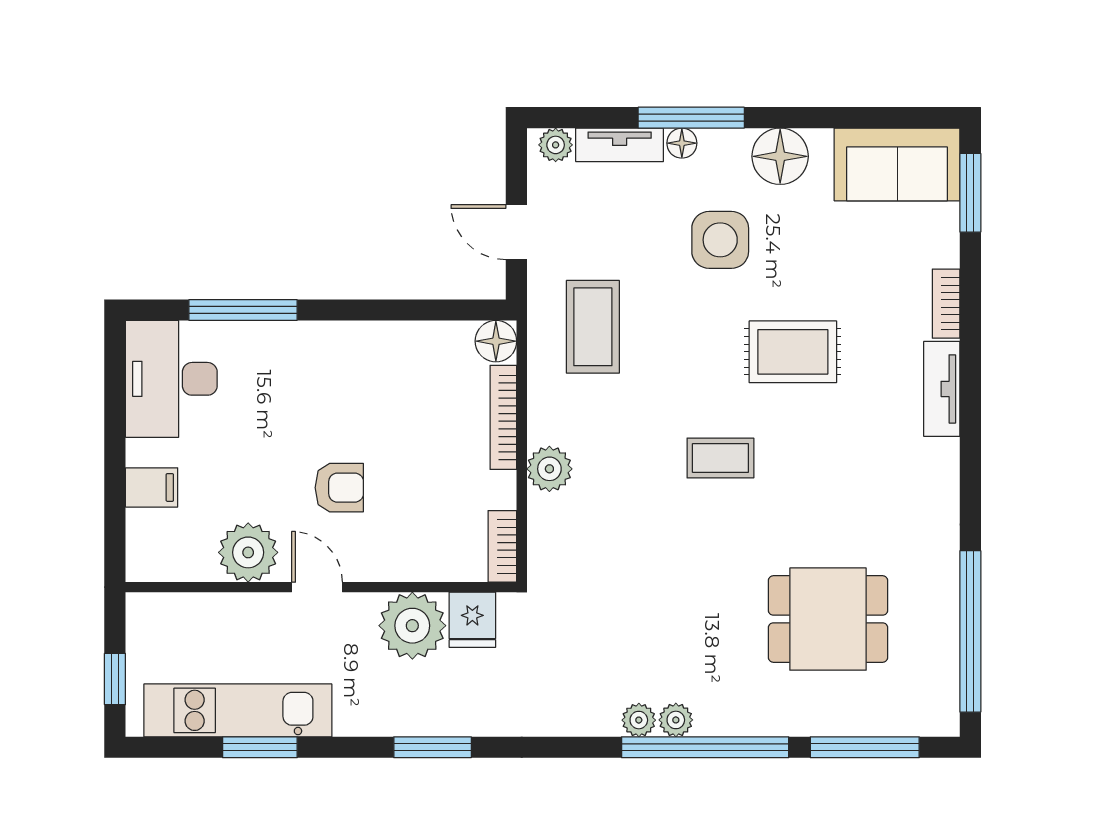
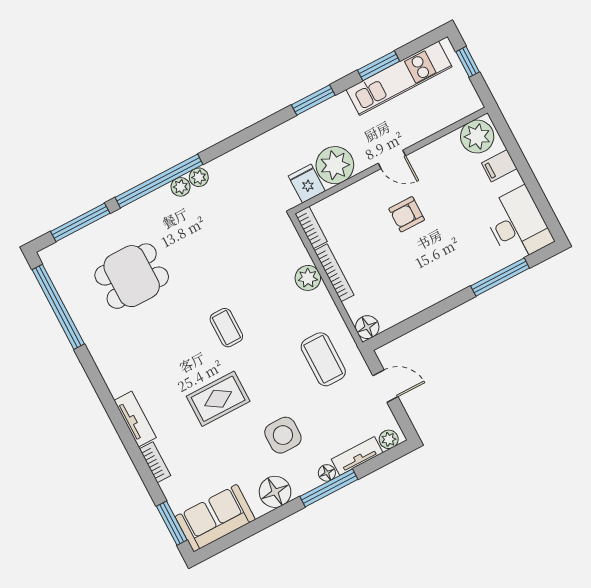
bookcase: (503, 417) -> (334, 273), moved
coffee table: (720, 458) -> (226, 328), turned 90
plant: (248, 552) -> (477, 137), moved
window: (433, 747) -> (313, 100), moved

